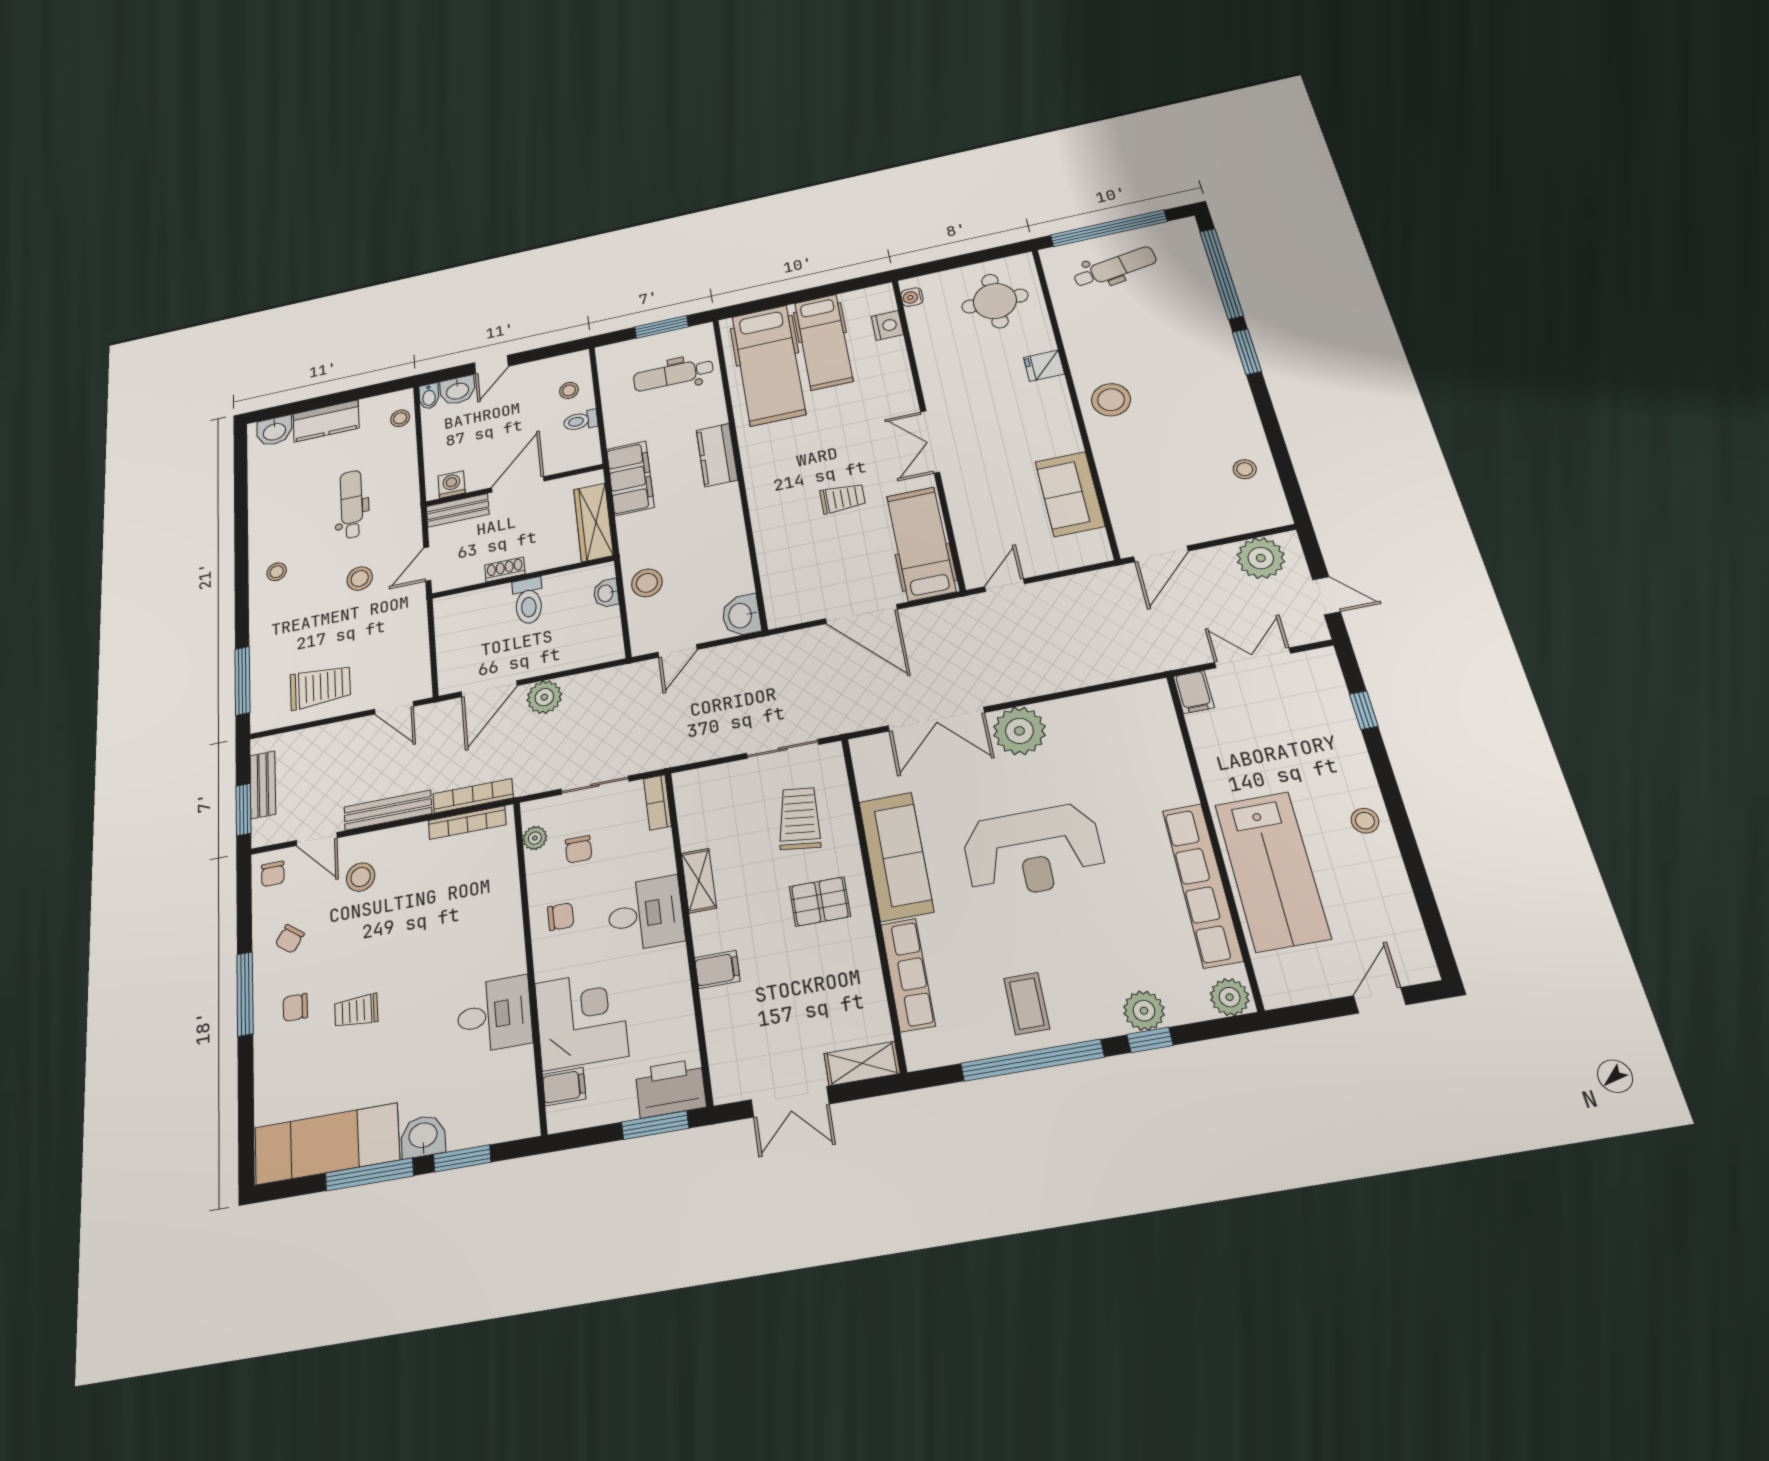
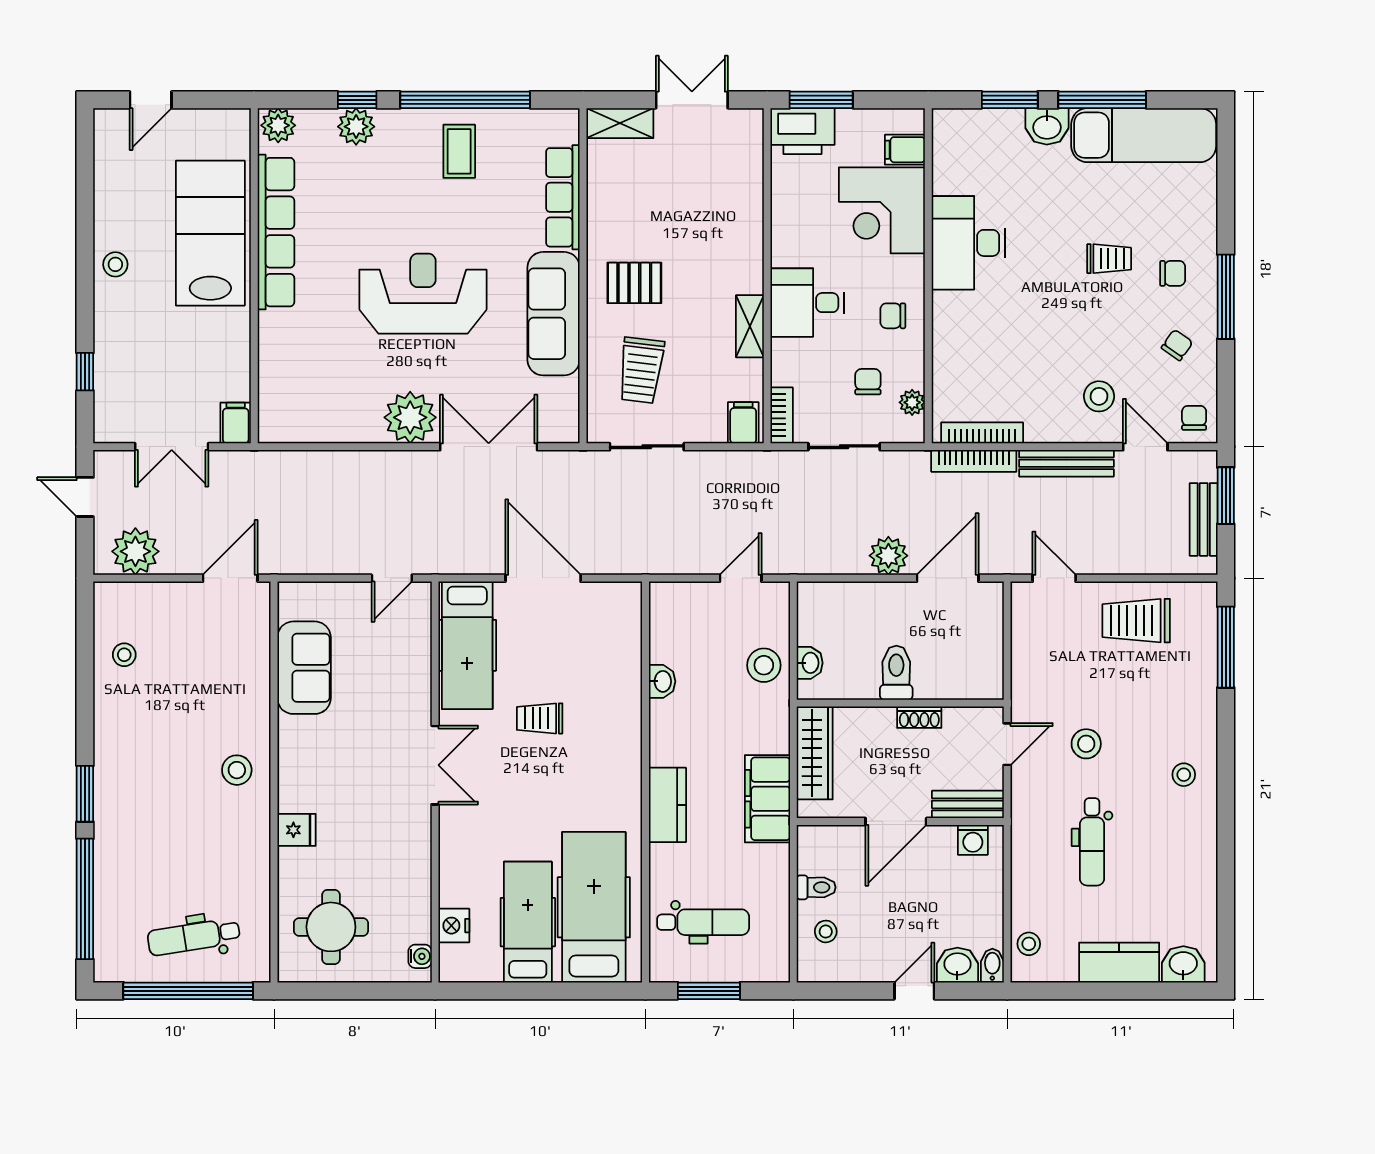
stool: (1111, 400) -> (237, 770), width x0.73, depth x0.73
washbasin: (741, 615) -> (662, 681), moved, width x0.72, depth x0.69
filing cabinet: (717, 969) -> (743, 423), moved, turned 90
desk: (494, 1015) -> (968, 243), width x1.37

